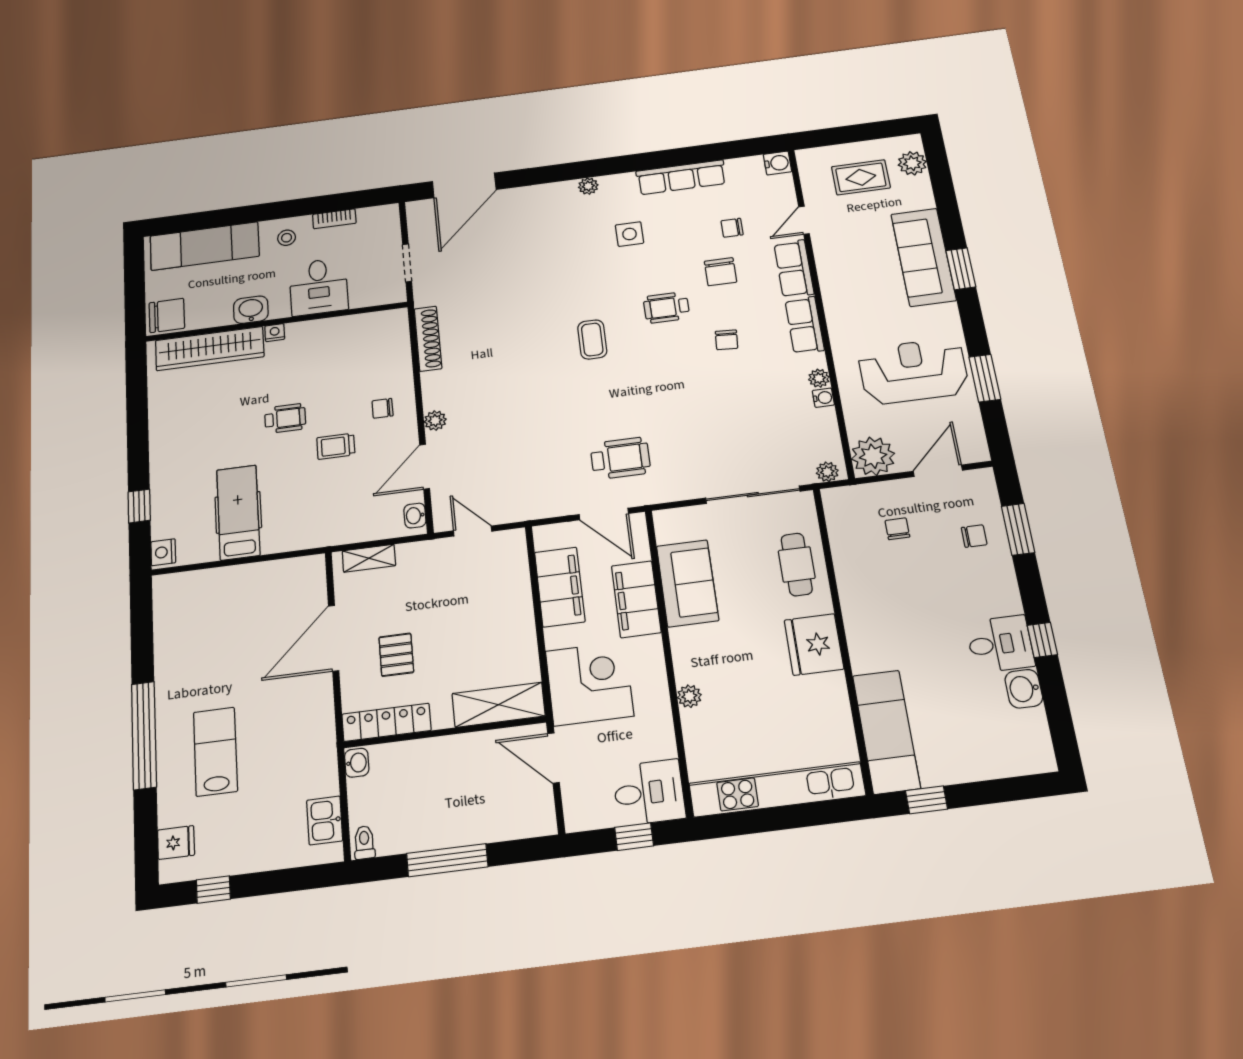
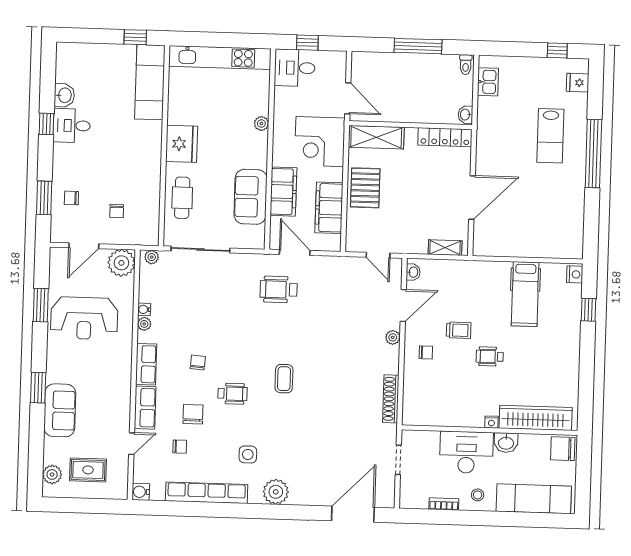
row of seats: (681, 177) -> (207, 493), width x1.36
plant: (588, 186) -> (276, 492), width x1.88, depth x1.88
sofa: (923, 257) -> (60, 410), width x0.73
desk: (319, 287) -> (466, 452), width x1.37
pallet: (396, 655) -> (365, 188), moved, width x1.50, depth x1.42

